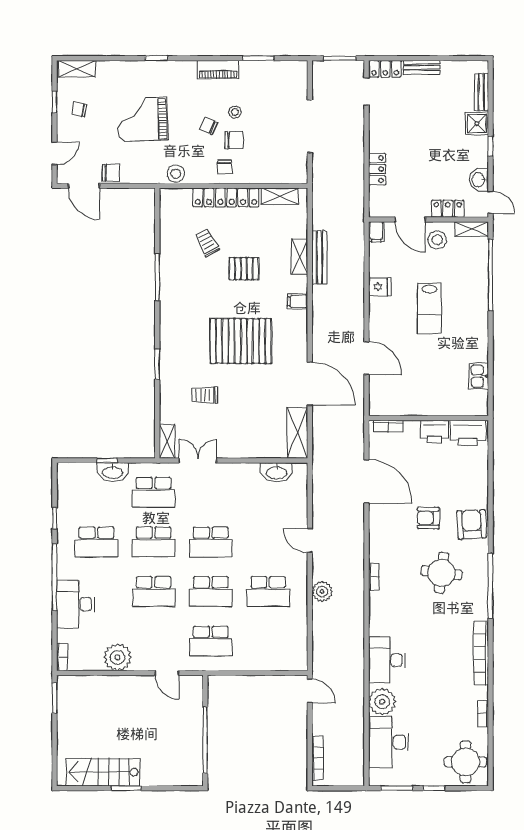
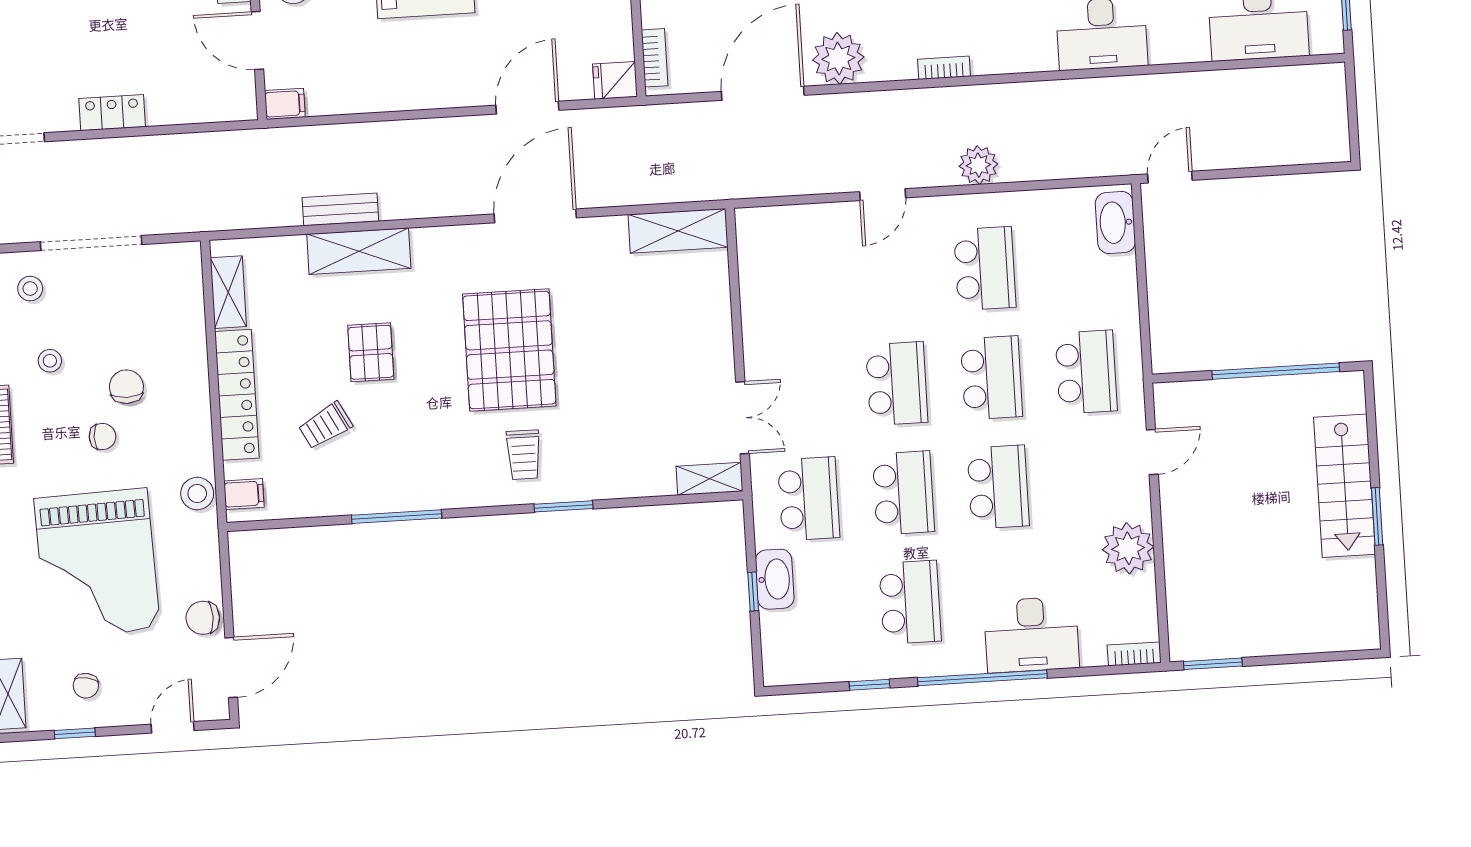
stool: (288, 93) -> (30, 289), added
stool: (235, 112) -> (50, 361), moved
grand piano: (142, 119) -> (97, 564), width x1.37, depth x1.48
chair: (209, 126) -> (102, 437), turned -114
door: (55, 153) -> (173, 727), hinge flipped
chair: (224, 167) -> (179, 401), removed
locker: (377, 169) -> (112, 113), moved
chair: (111, 173) -> (203, 618), turned -90
door: (410, 219) -> (257, 41), swing flipped
shelving: (300, 257) -> (359, 251), width x1.50, depth x1.33
bench: (319, 257) -> (340, 209), width x0.73
fridge: (380, 287) -> (615, 80), moved, turned -90
filing cabinet: (298, 301) -> (244, 494), moved, turned -90
door: (310, 384) -> (535, 216), moved
trolley: (205, 395) -> (524, 455), moved
double door: (198, 460) -> (743, 418), swing flipped
washbasin: (276, 472) -> (1115, 222), moved, turned 180
plant: (382, 702) -> (838, 58), moved
bookcase: (317, 758) -> (1297, 154), removed
stairs: (103, 772) -> (1345, 486), moved

